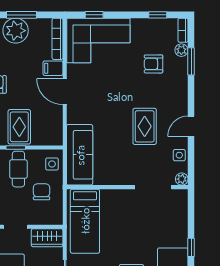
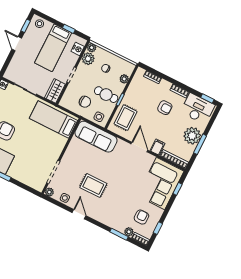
armchair: (154, 64) -> (141, 217), moved
door: (65, 92) -> (139, 147), hinge flipped
rug: (19, 127) -> (126, 118), moved, turned 90

